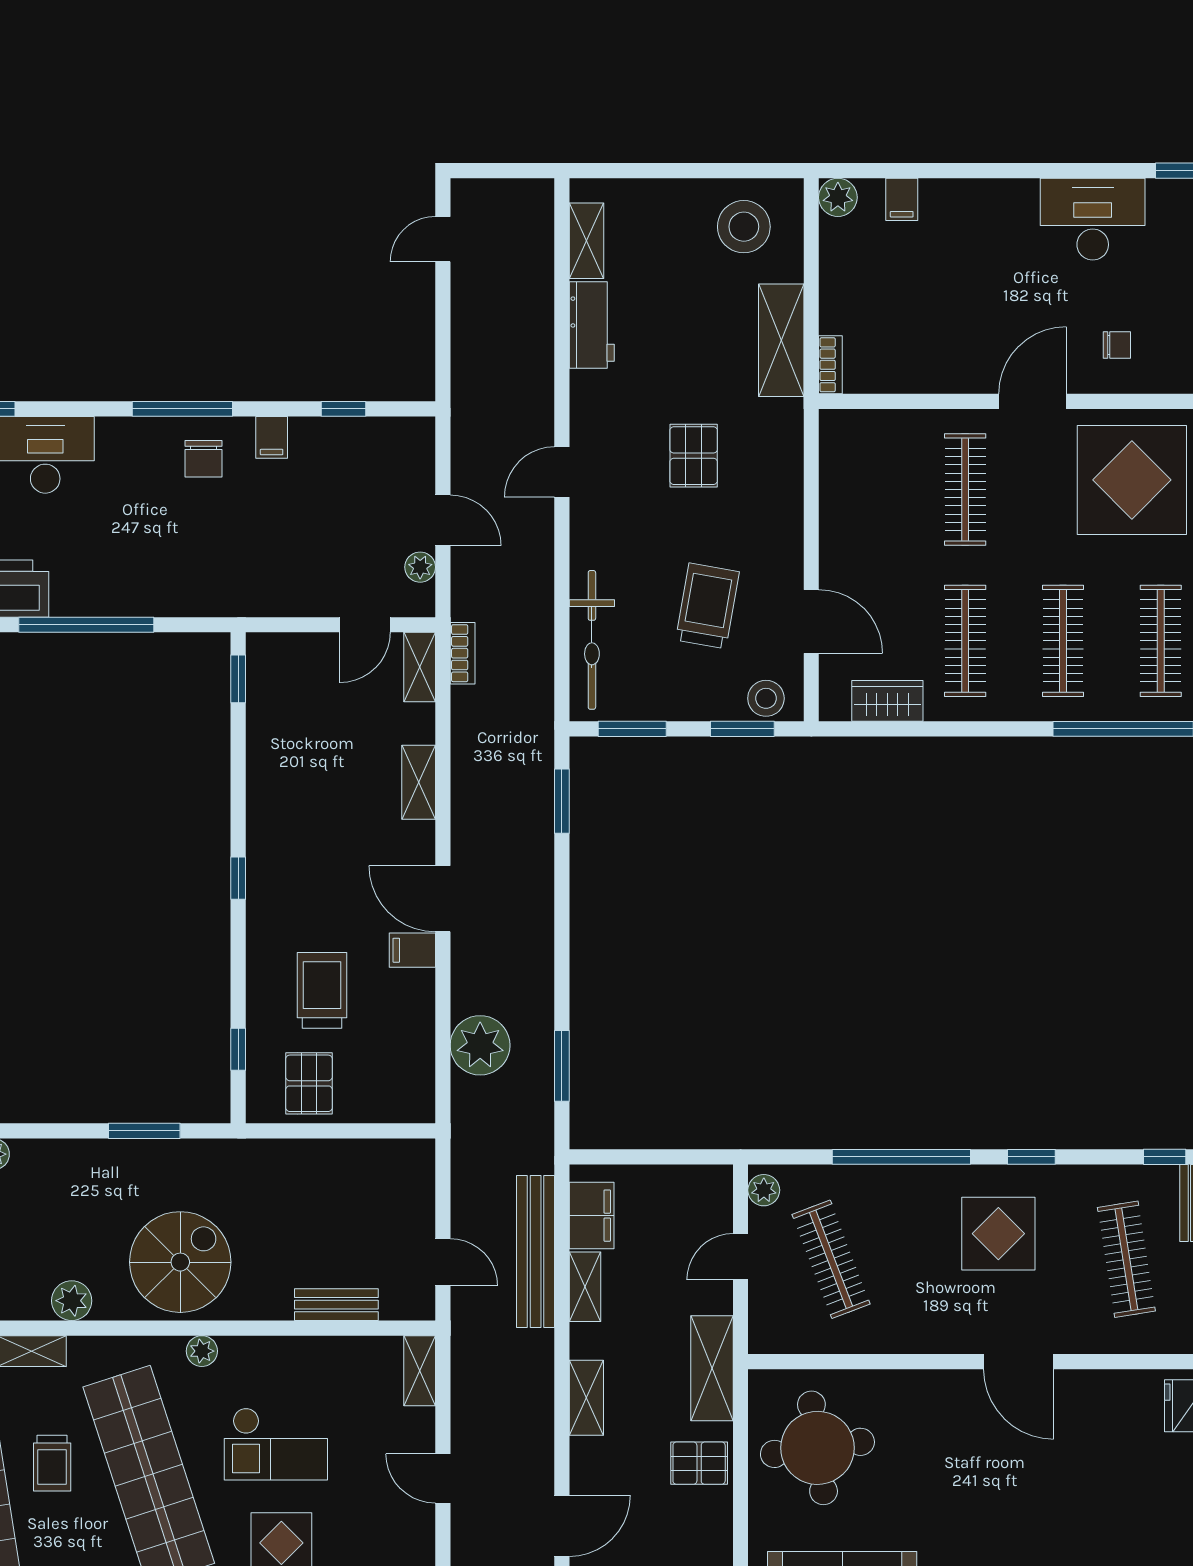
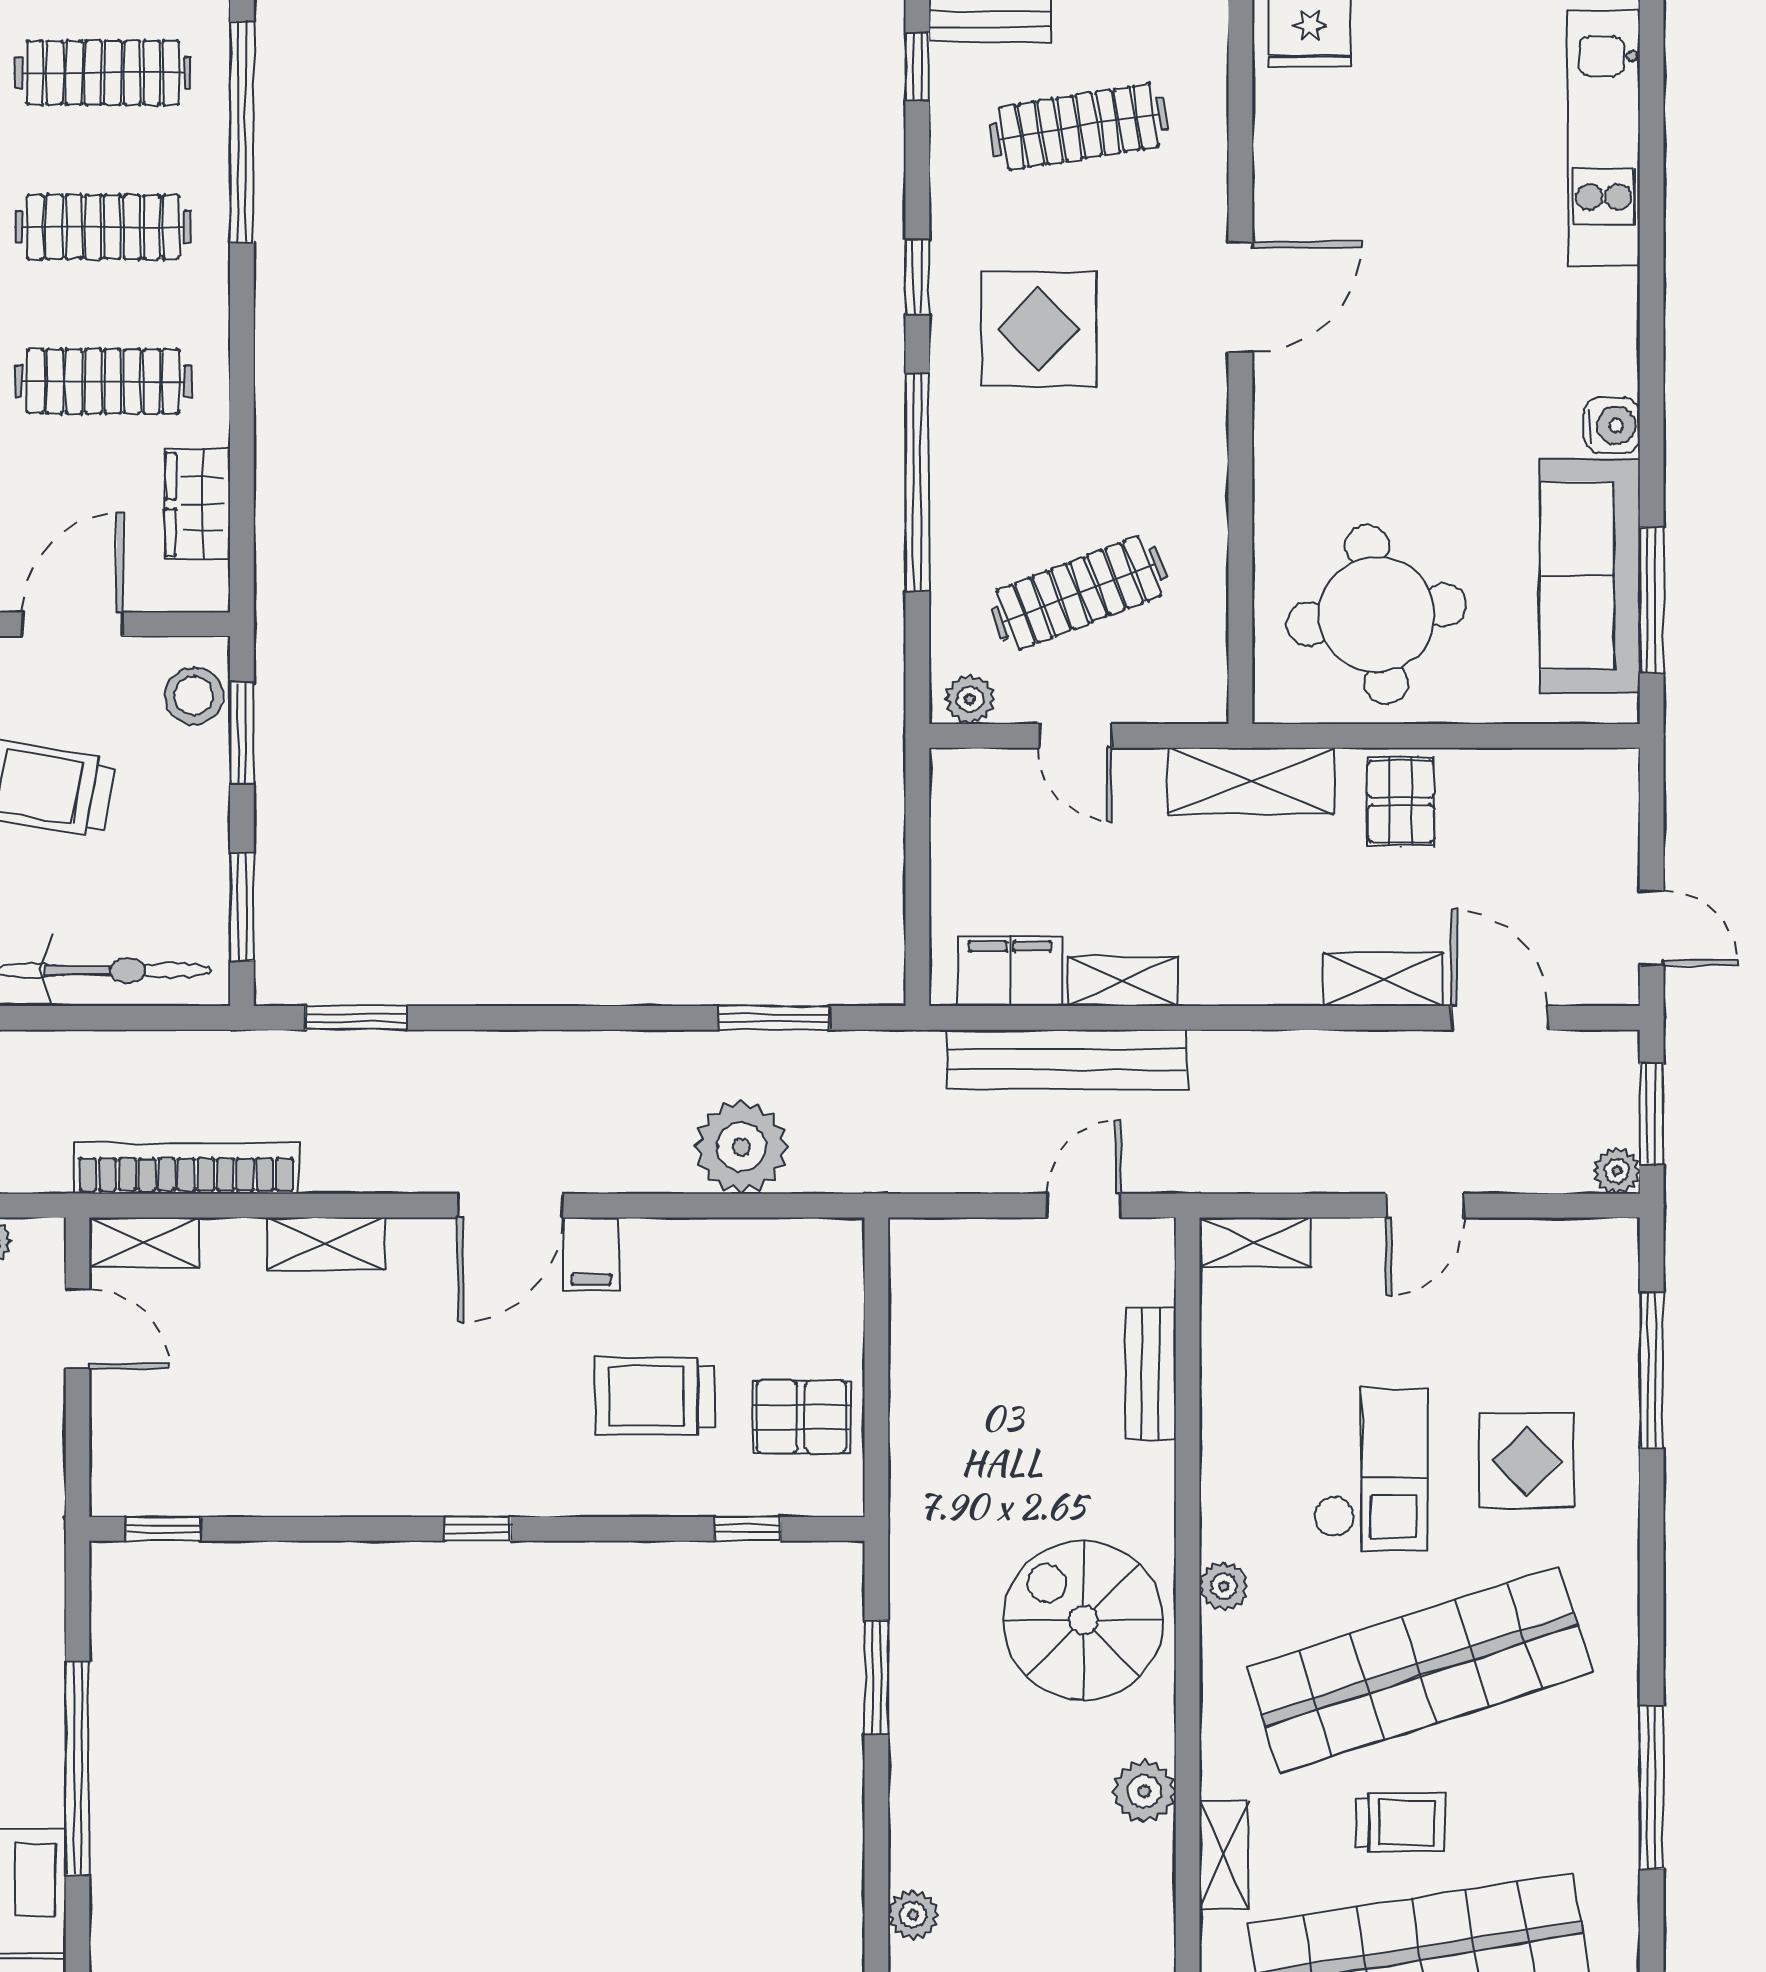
bookcase: (463, 653) -> (186, 1168), width x2.31, depth x1.31
shelving: (586, 1398) -> (1383, 979), moved

